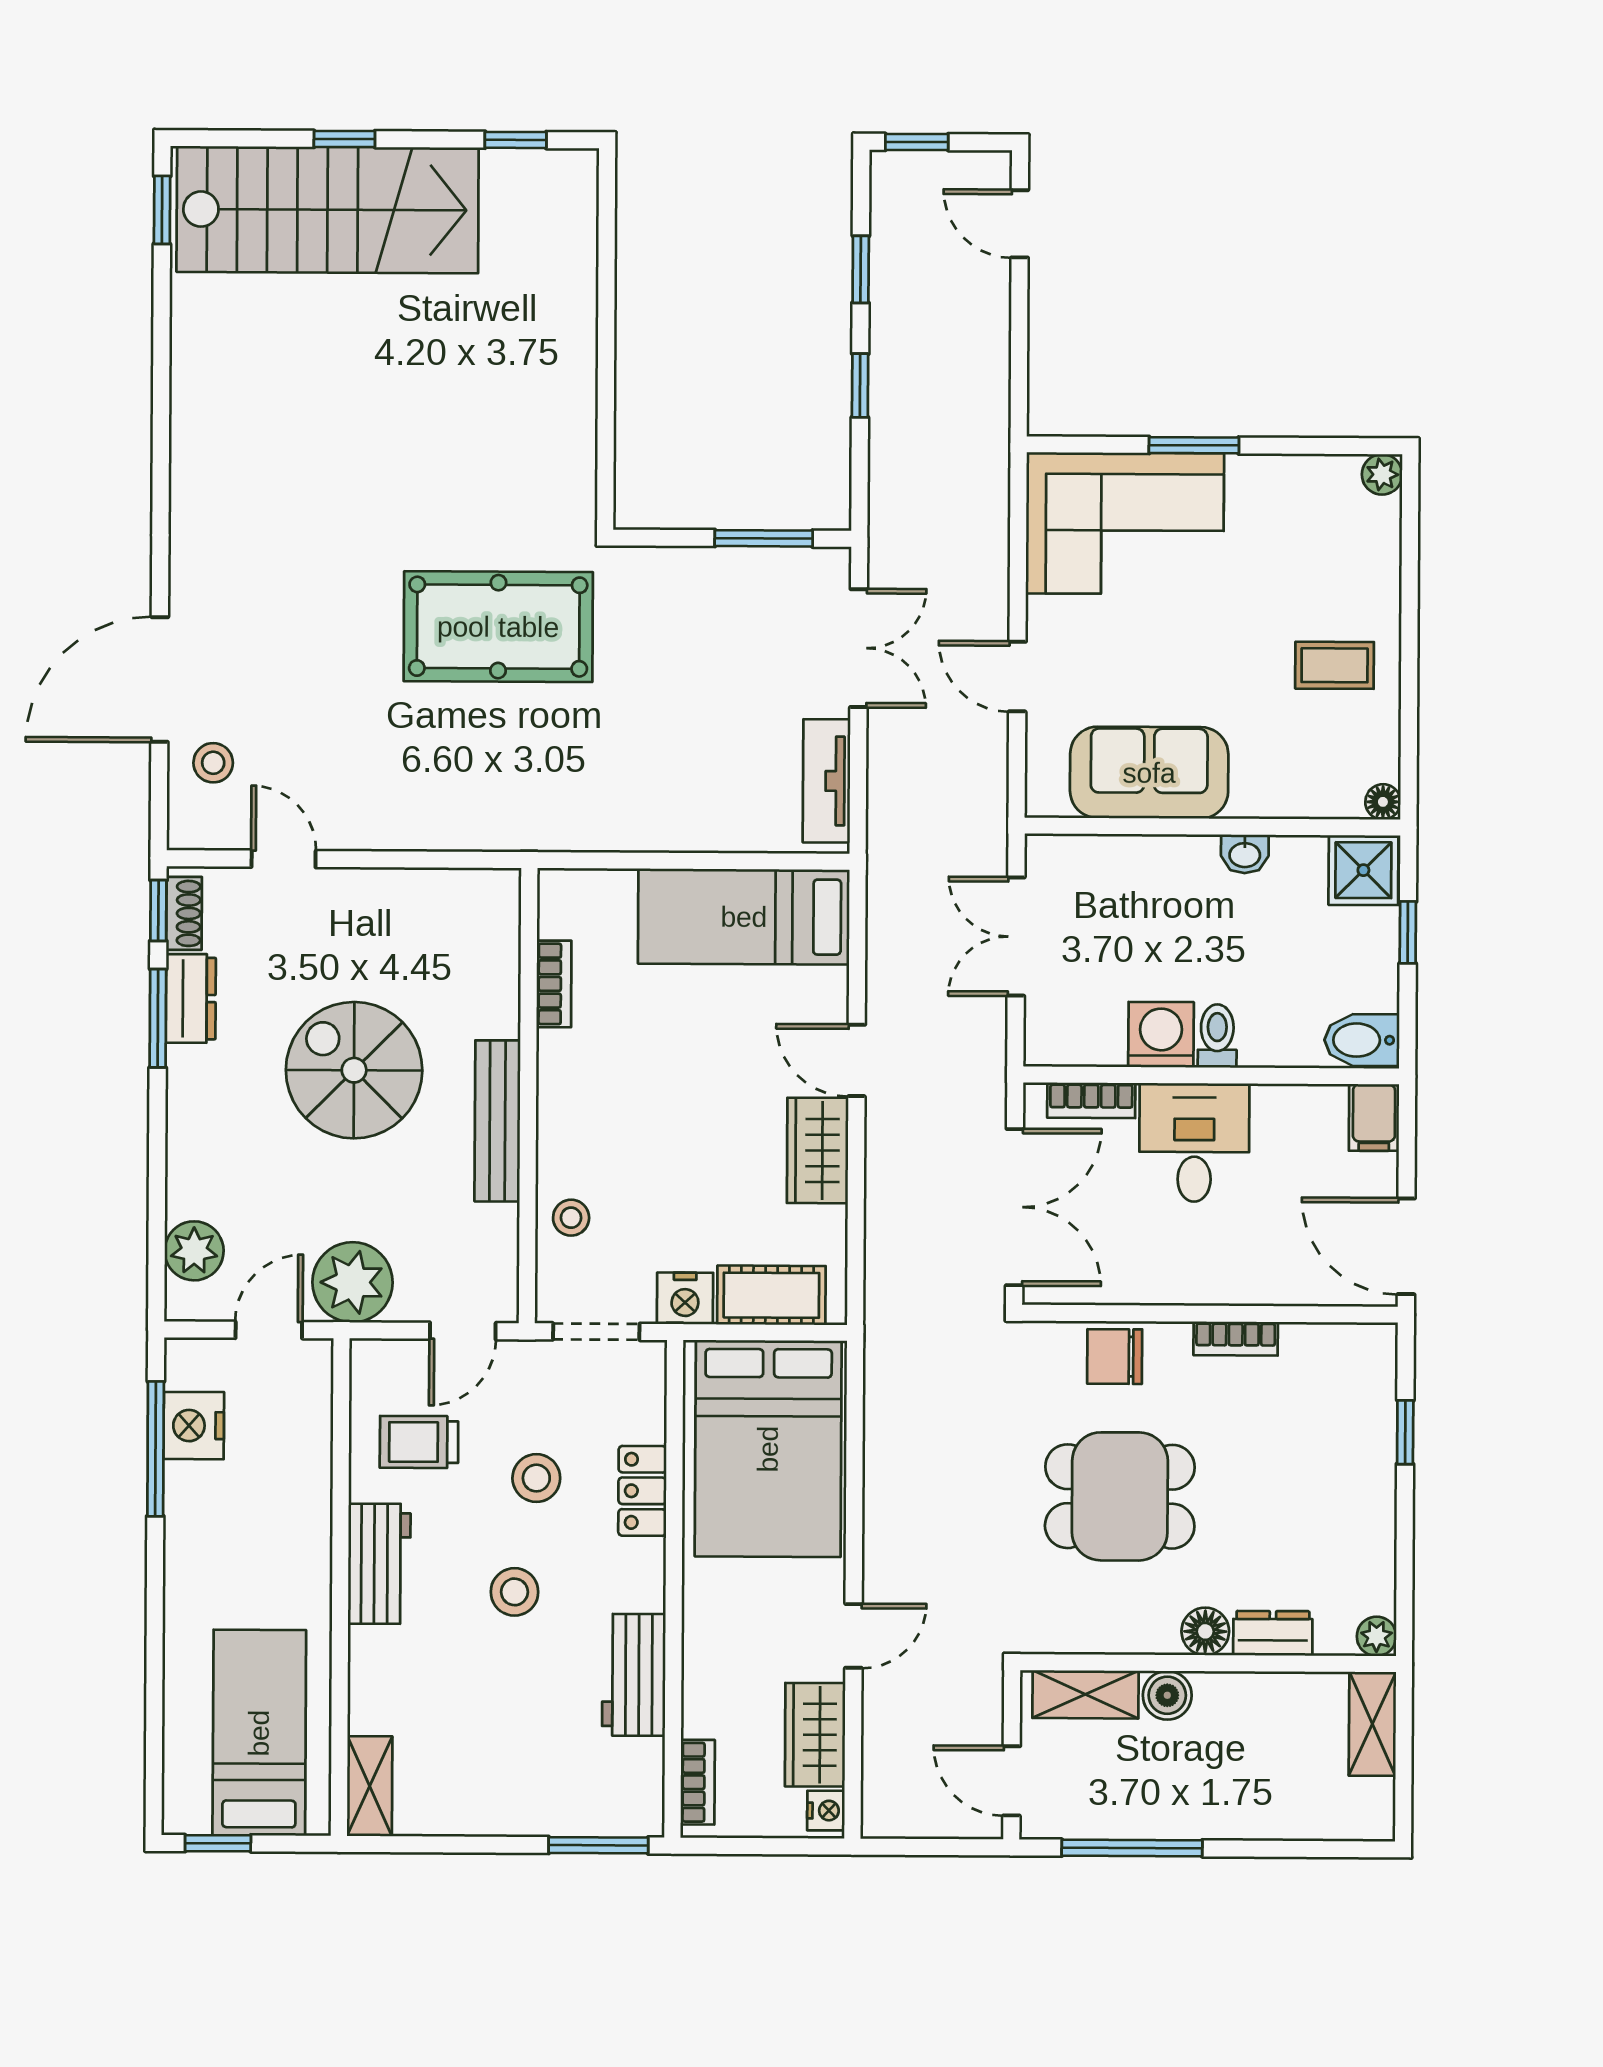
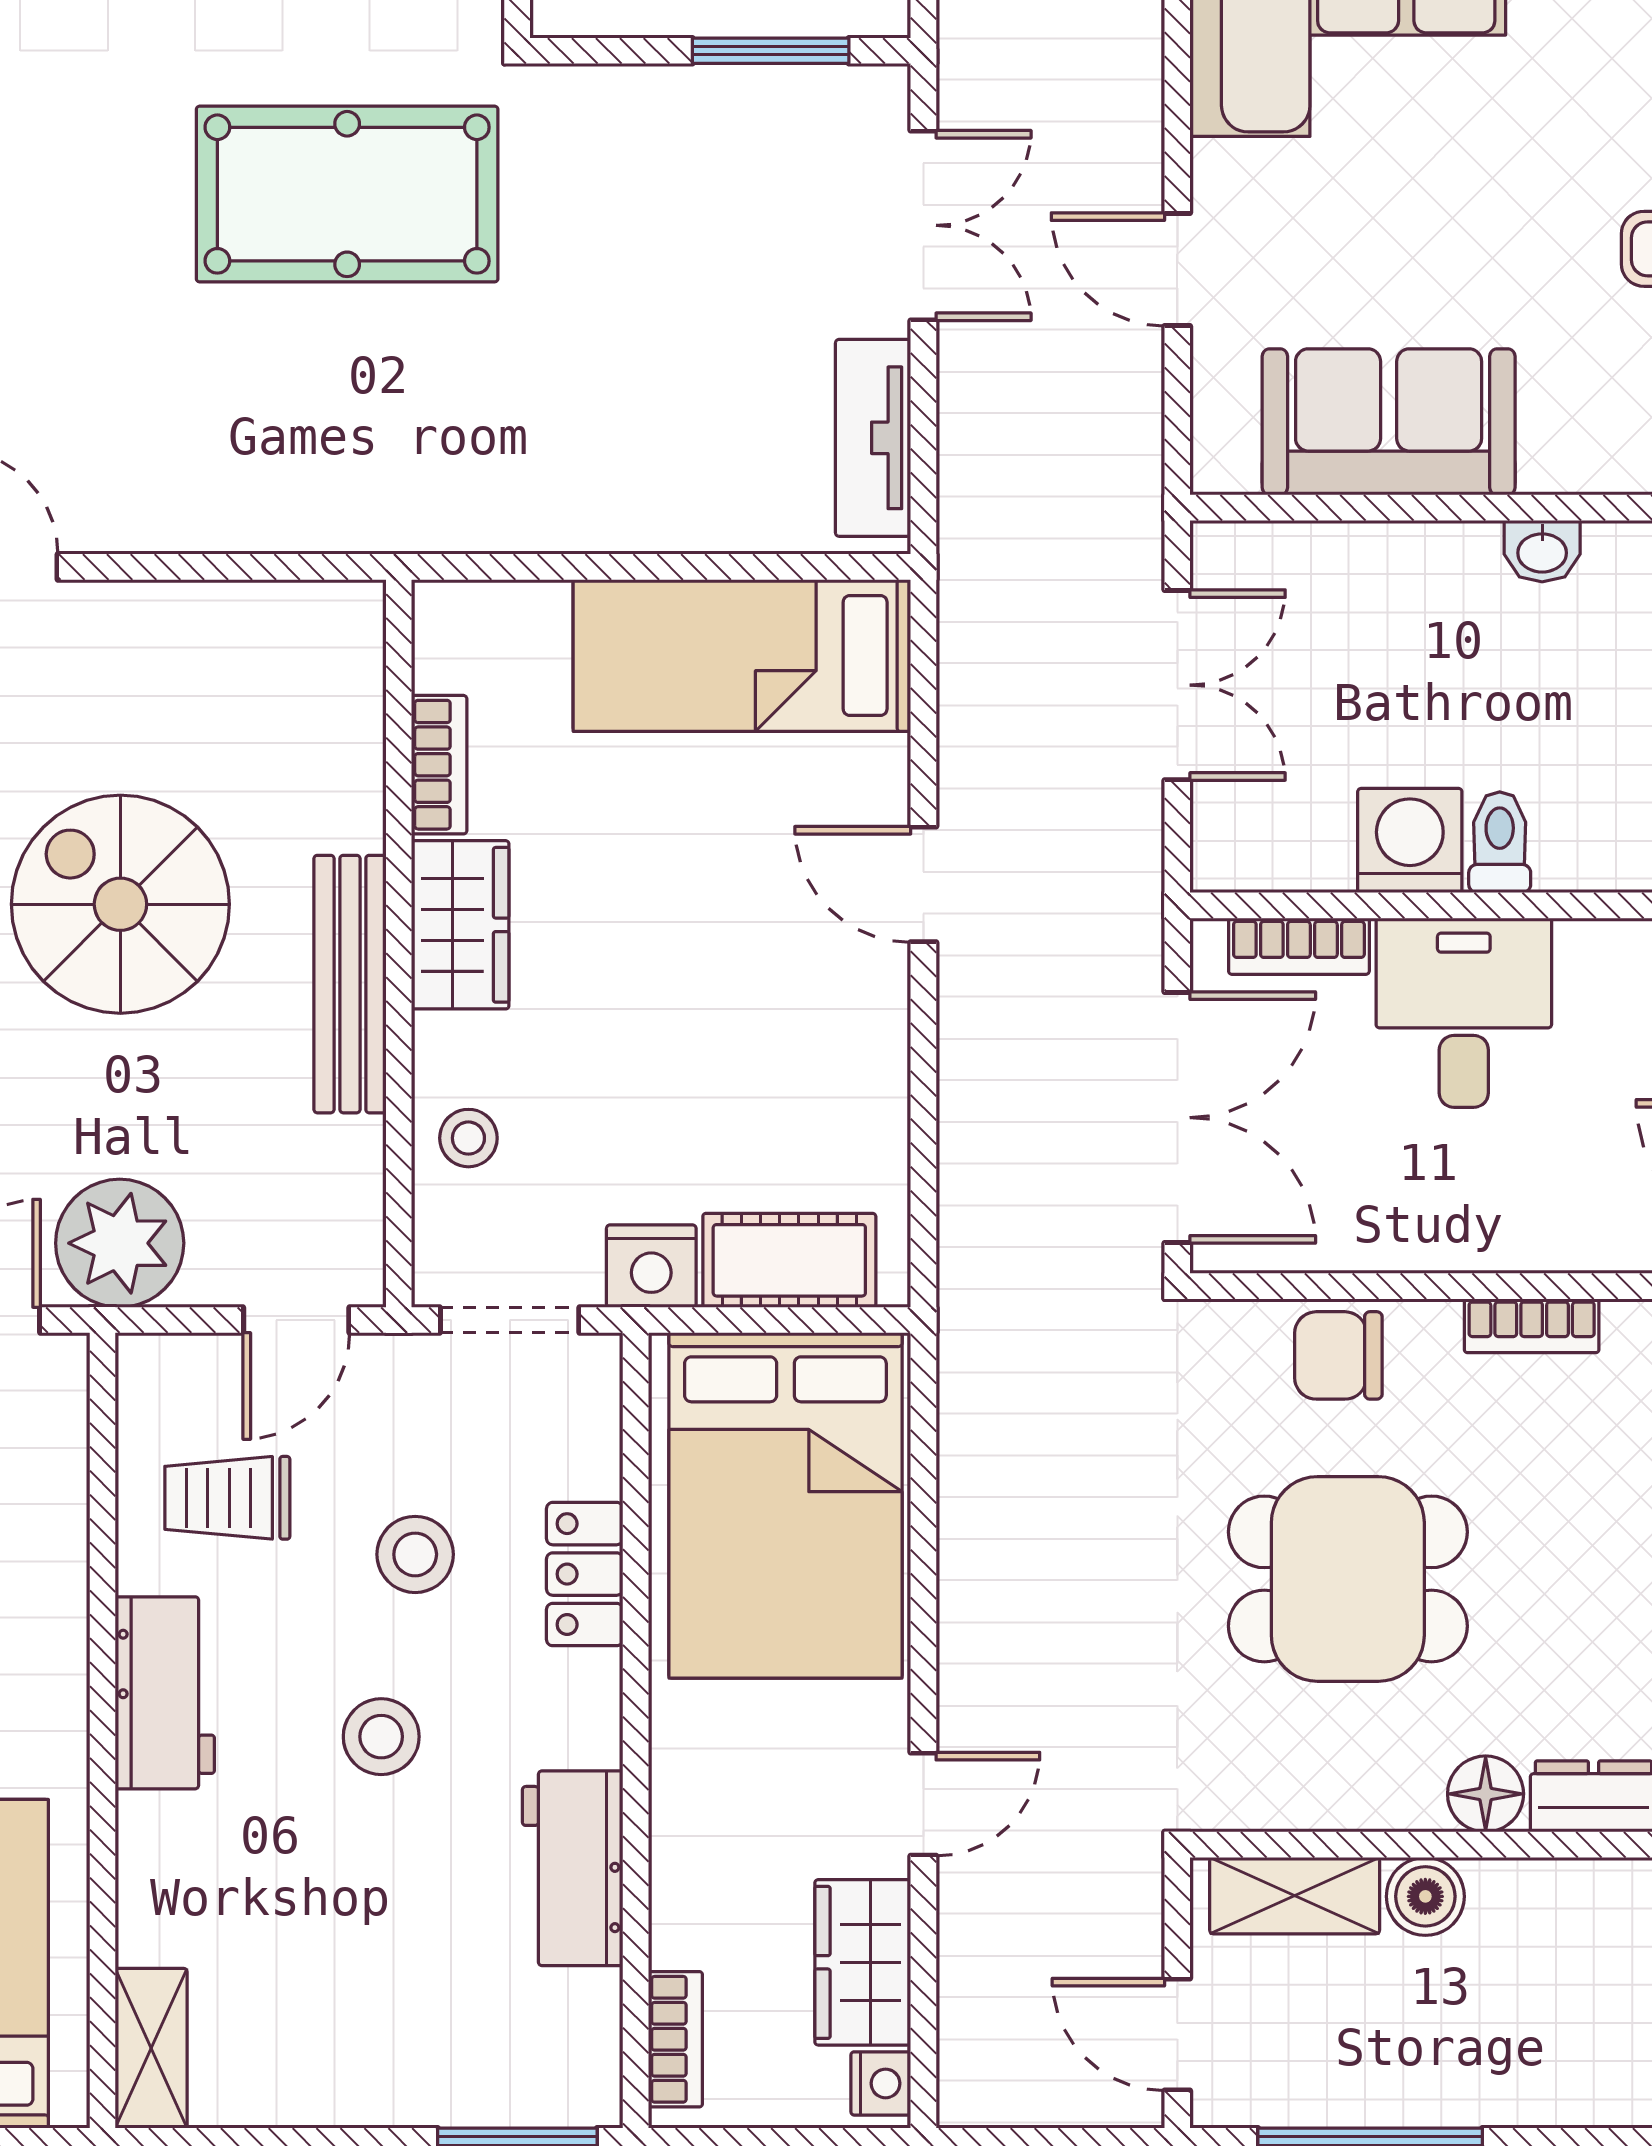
double door: (1016, 937) -> (1177, 685), swing flipped
wardrobe: (818, 1150) -> (460, 925), moved, turned 180

